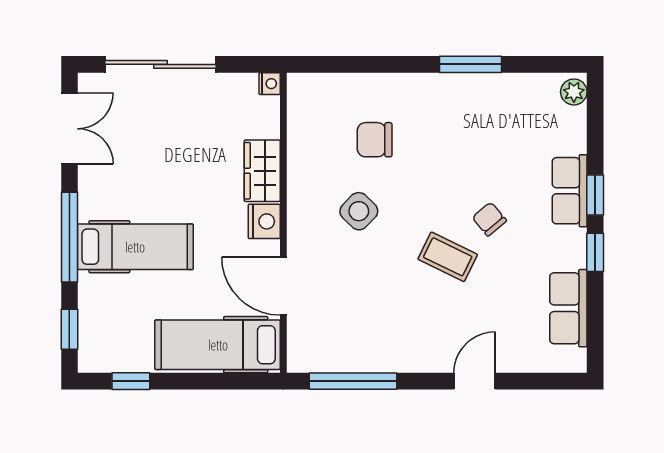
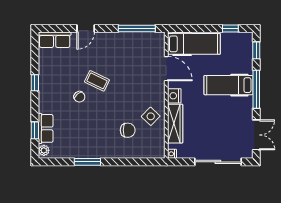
double door: (69, 129) -> (256, 135), swing flipped
wardrobe: (262, 171) -> (175, 124), width x1.50
row of seats: (570, 191) -> (46, 128), moved
window: (595, 195) -> (35, 130), moved
side table: (359, 211) -> (151, 116), moved
row of seats: (568, 308) -> (55, 40), moved, turned 90

